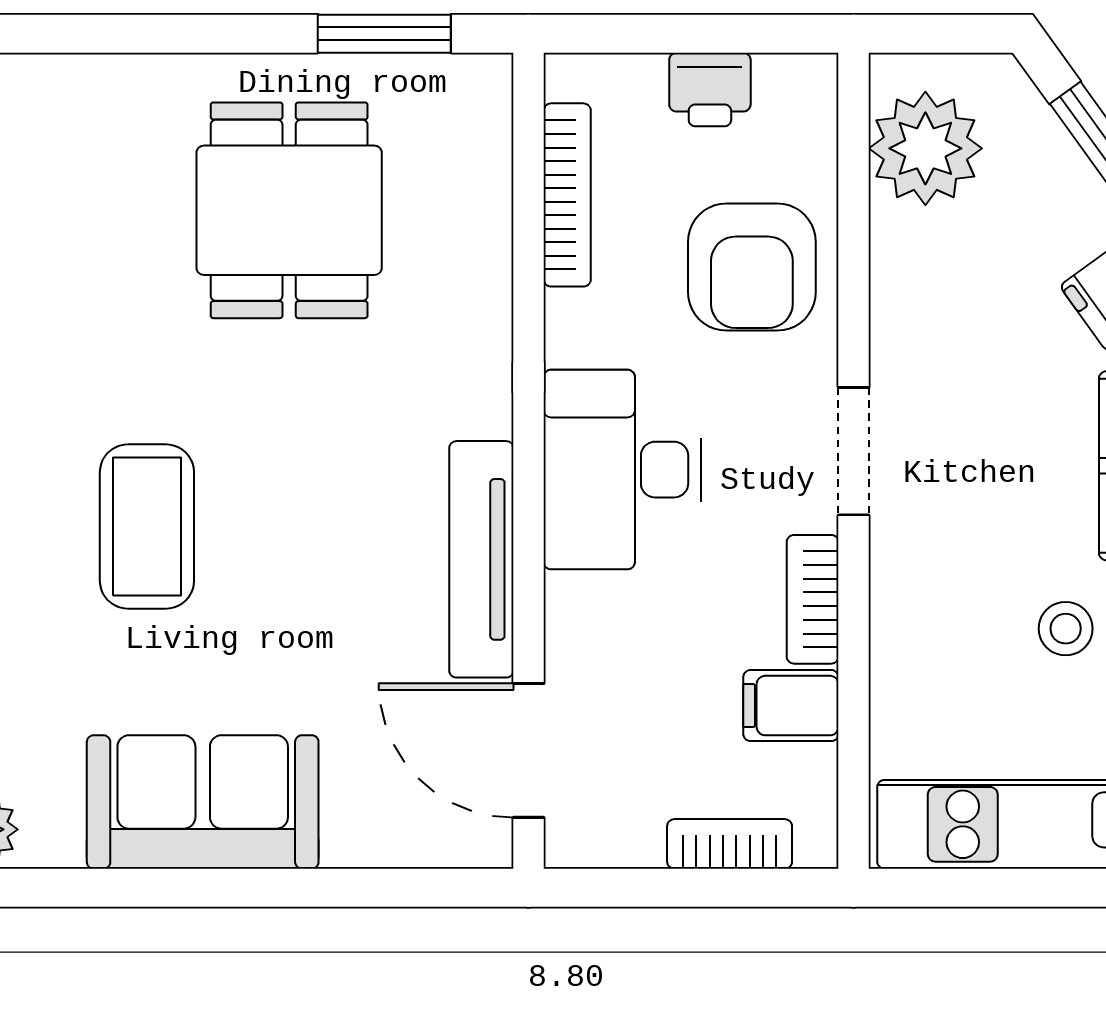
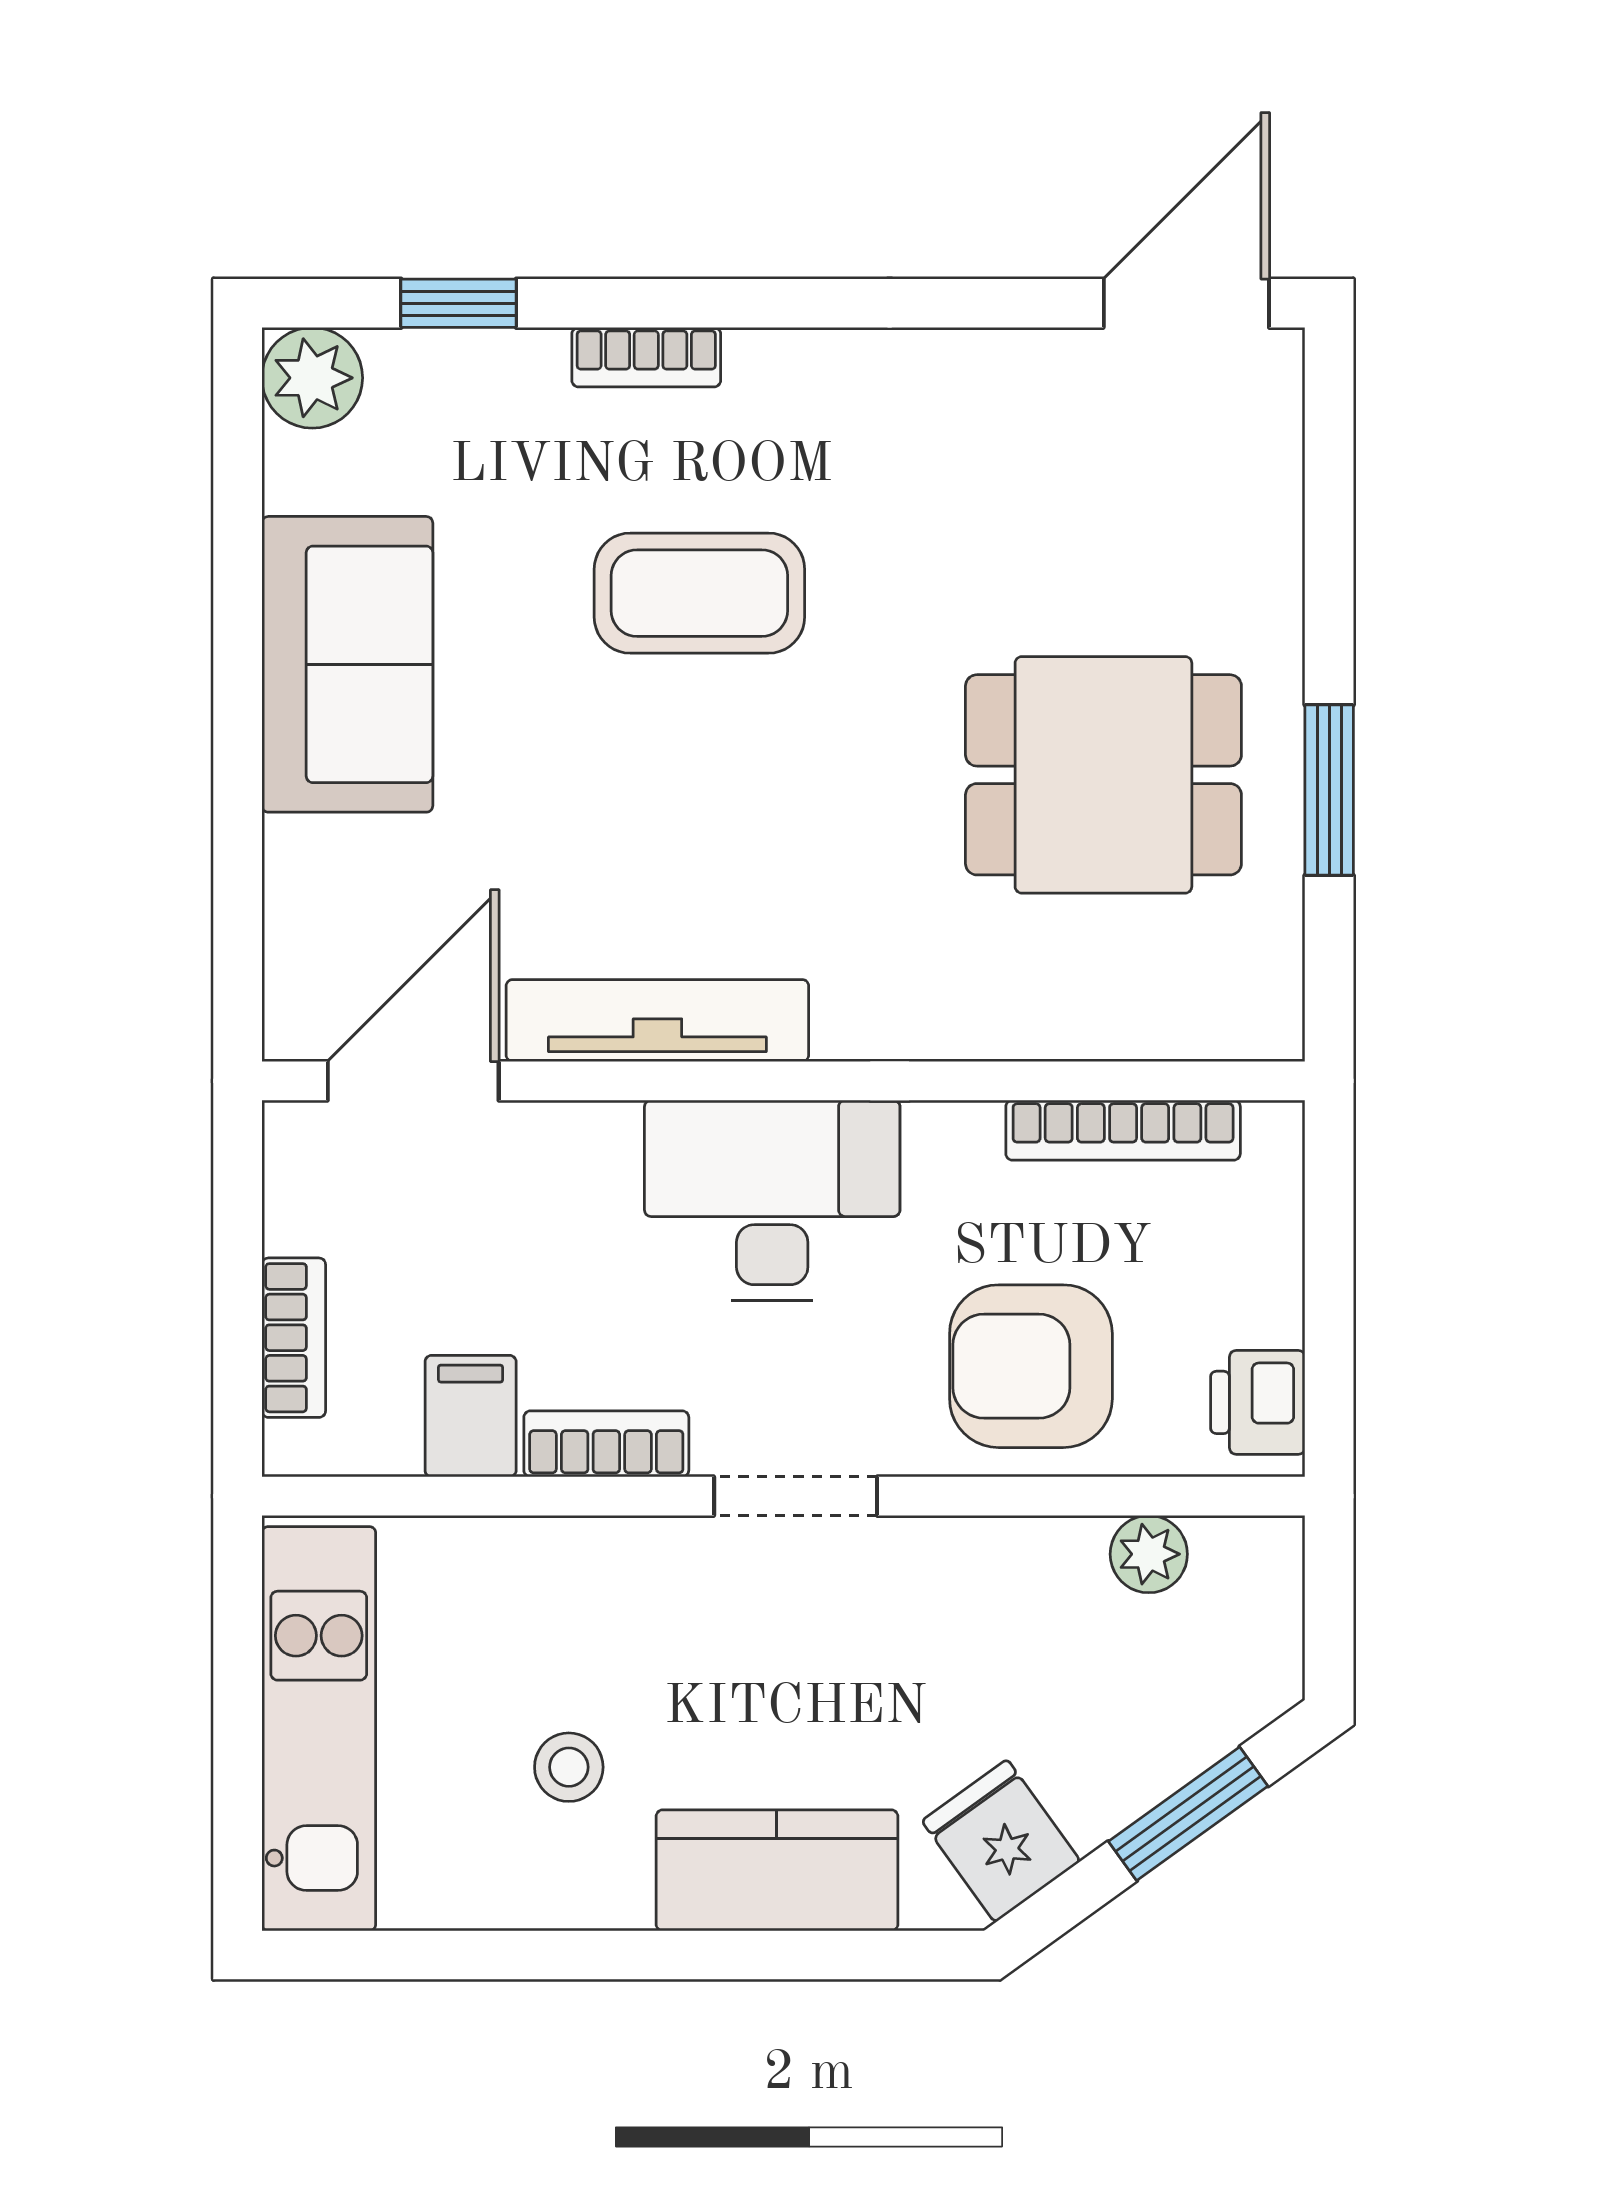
window: (384, 34) -> (1329, 790), moved
printer: (710, 90) -> (1258, 1402), moved
plant: (925, 148) -> (1149, 1554), width x0.53, depth x0.53

